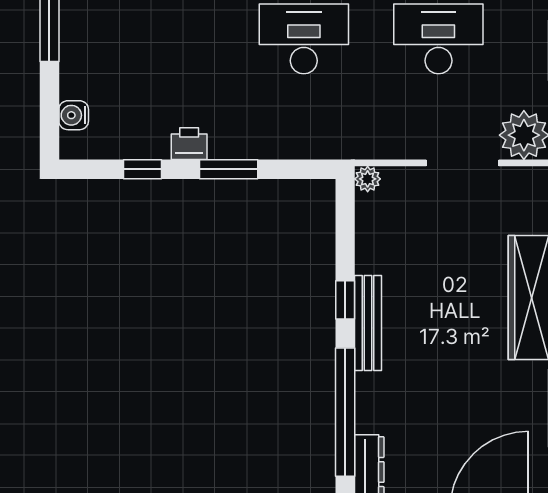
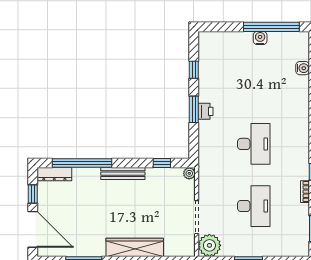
water cooler: (74, 115) -> (260, 38), moved
printer: (189, 144) -> (206, 111), moved
window: (345, 300) -> (162, 163), moved

